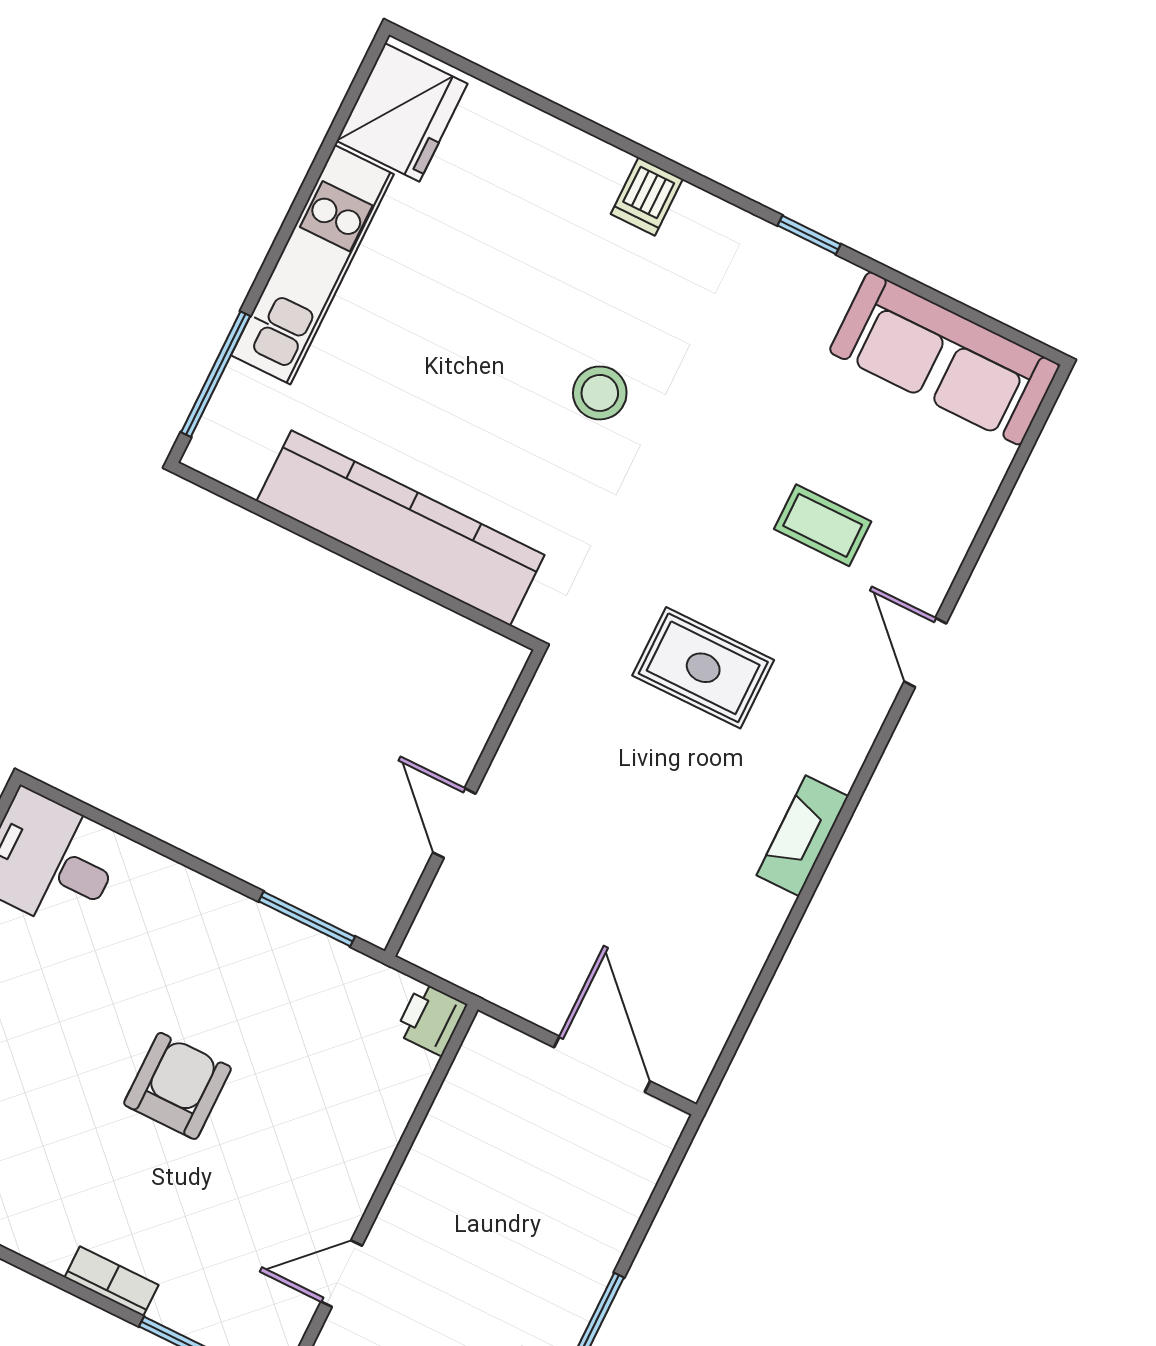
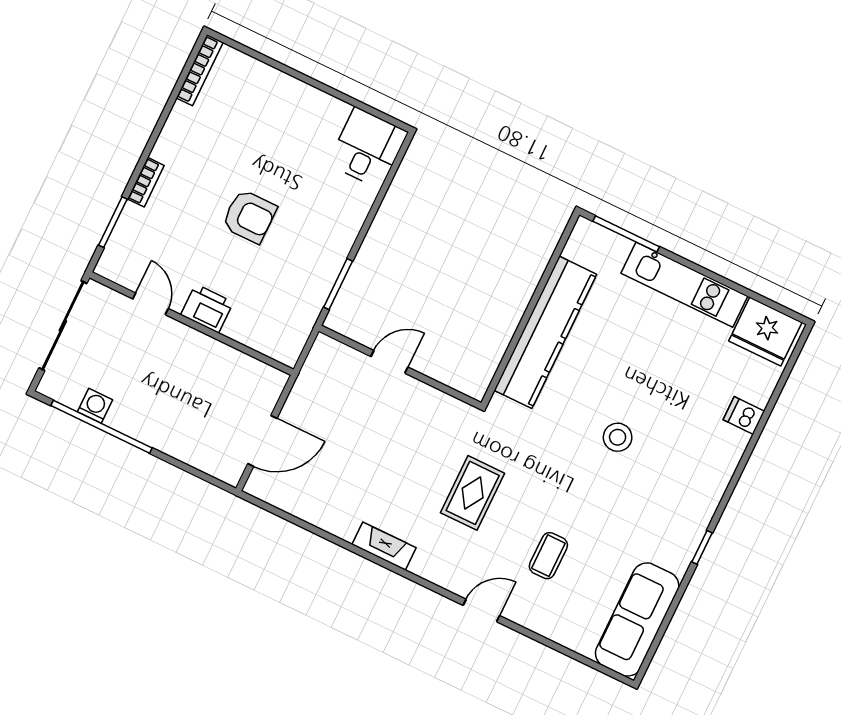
dishwasher: (647, 197) -> (744, 415), moved
printer: (431, 1019) -> (207, 308), moved, width x1.36, depth x1.24

